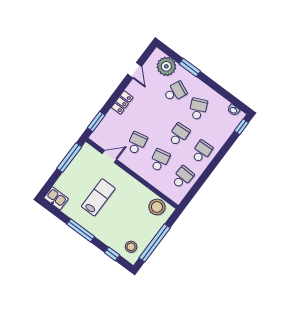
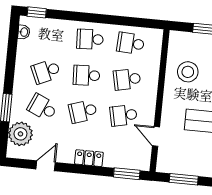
school desk: (156, 118) -> (83, 111), added
window: (69, 158) -> (184, 179), width x0.69
stool: (157, 207) -> (188, 72), moved

